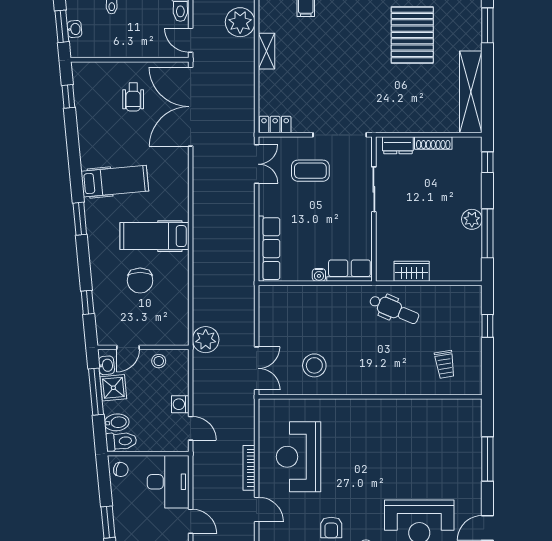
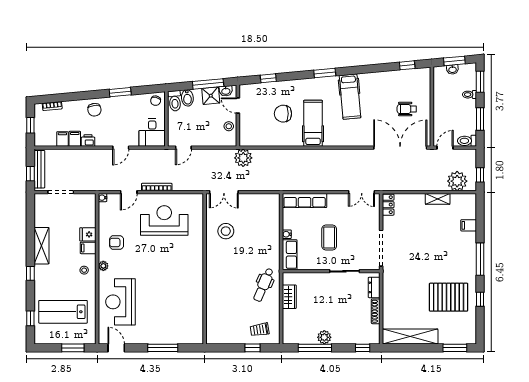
coffee table: (310, 171) -> (329, 238), moved
trolley: (445, 364) -> (260, 330), moved
washing machine: (180, 404) -> (200, 141), removed
desk: (168, 482) -> (152, 133), width x0.73

